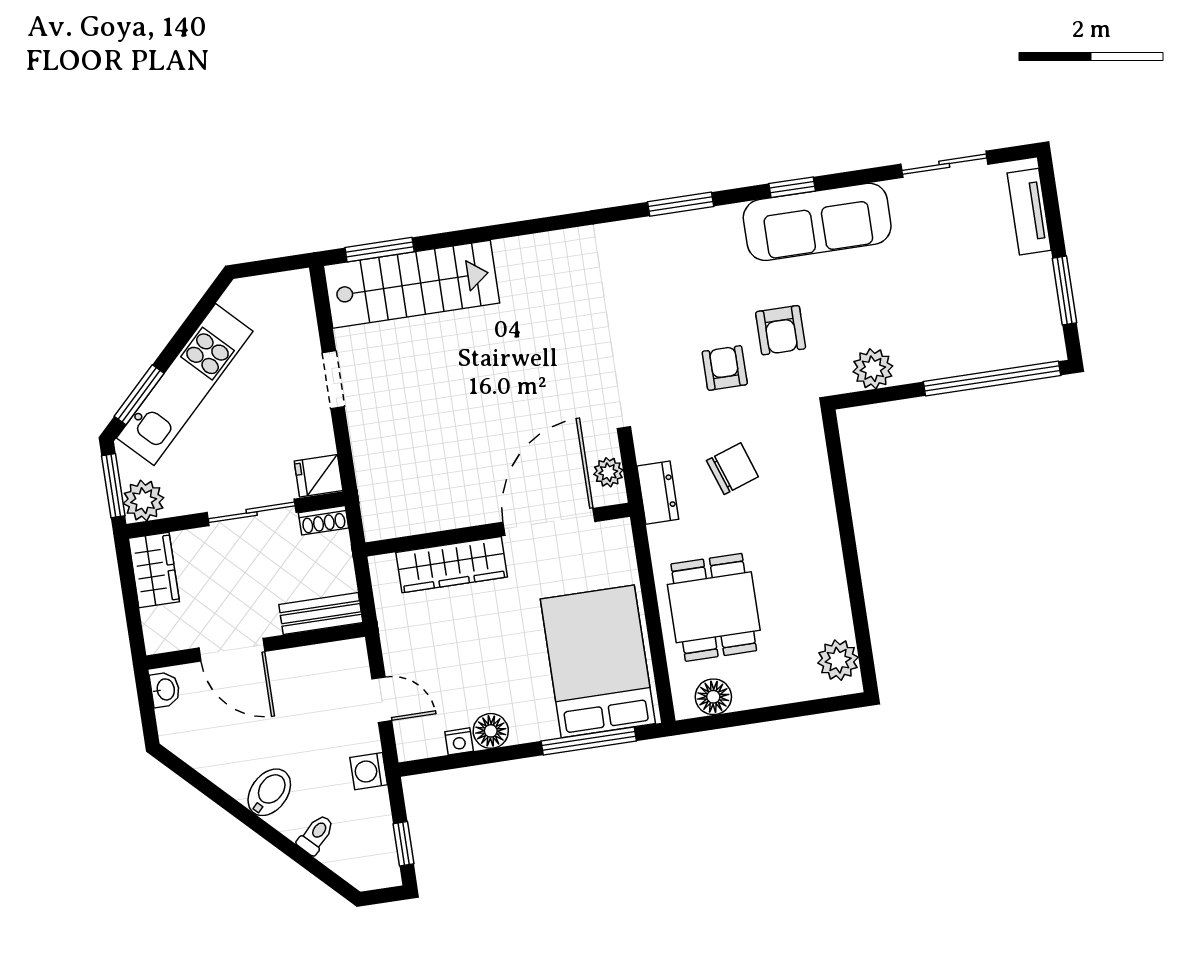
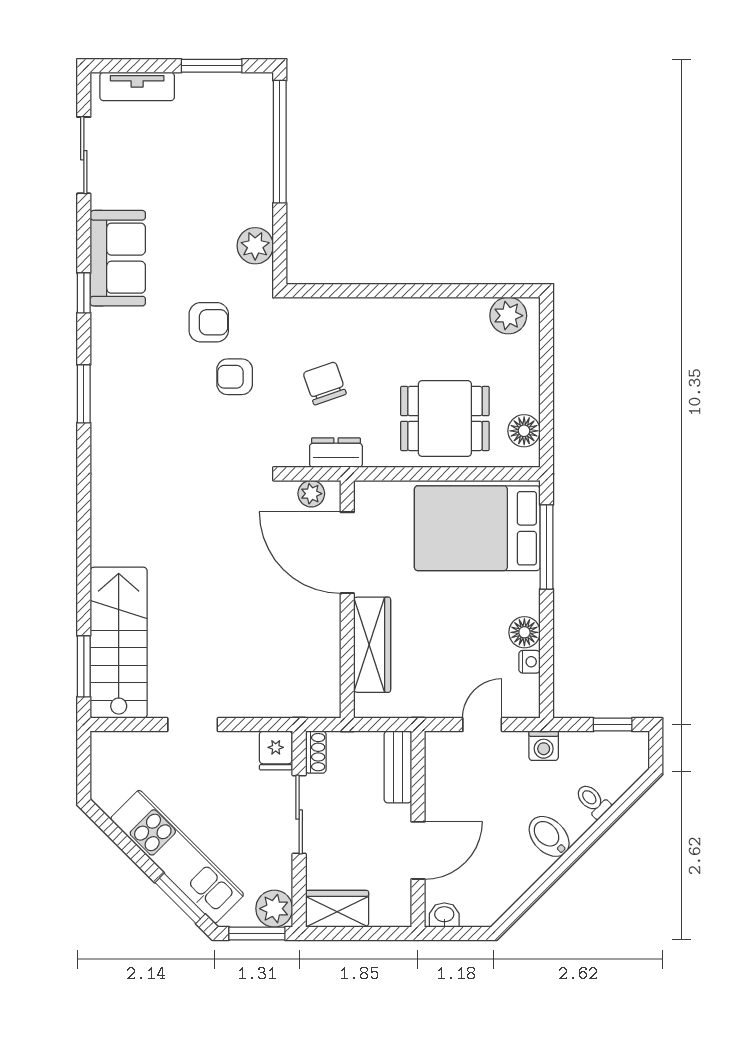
sofa: (817, 222) -> (118, 258), width x0.73

